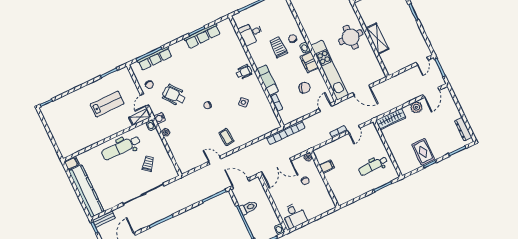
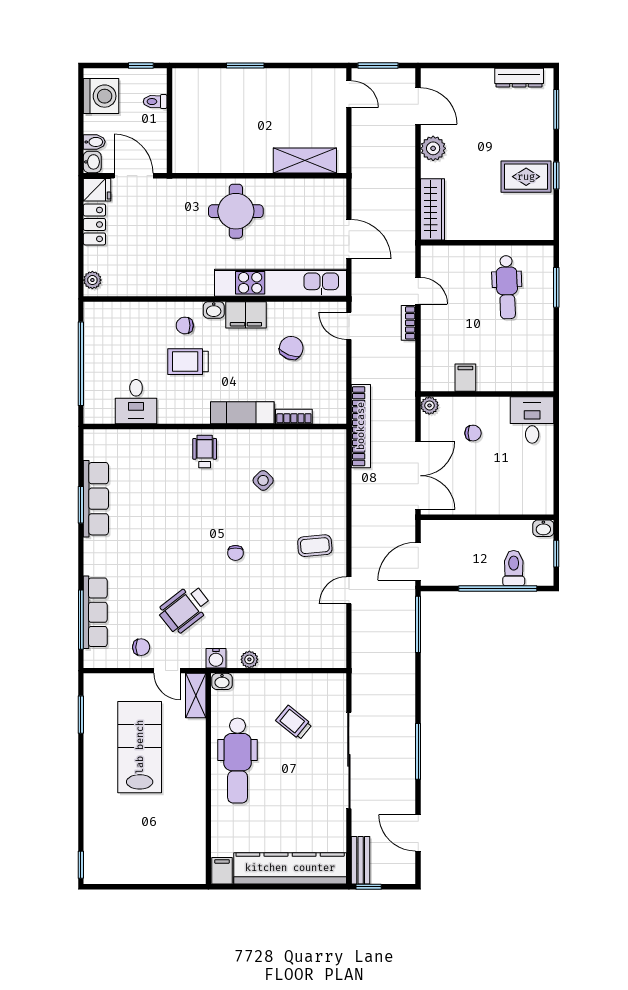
shelving: (377, 38) -> (305, 161), moved
door: (362, 90) -> (349, 239), hinge flipped
lab bench: (107, 104) -> (140, 747), width x1.36, depth x1.39
toilet: (249, 208) -> (514, 568), moved
desk: (294, 215) -> (532, 420), moved, turned -90

